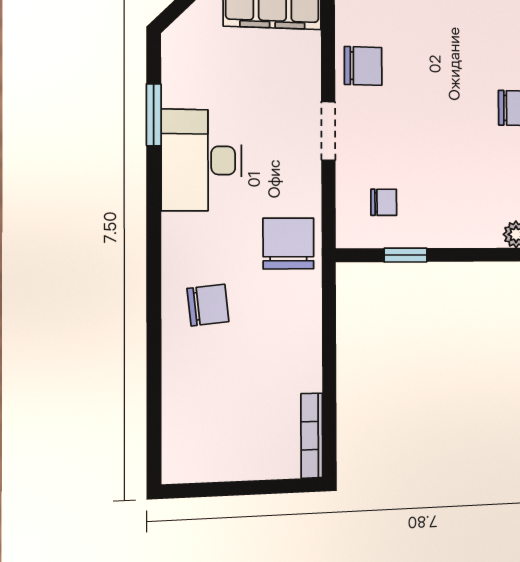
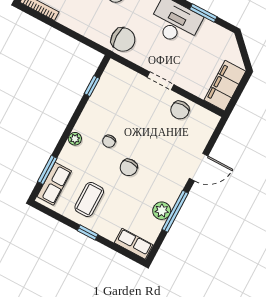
chair: (384, 202) -> (109, 141), moved

